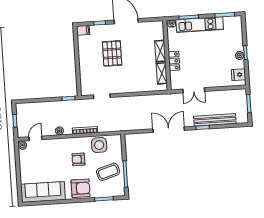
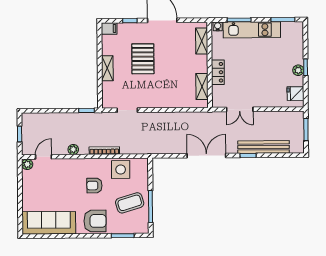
shelving: (160, 51) -> (202, 41), moved
shelving: (83, 63) -> (107, 68), added

